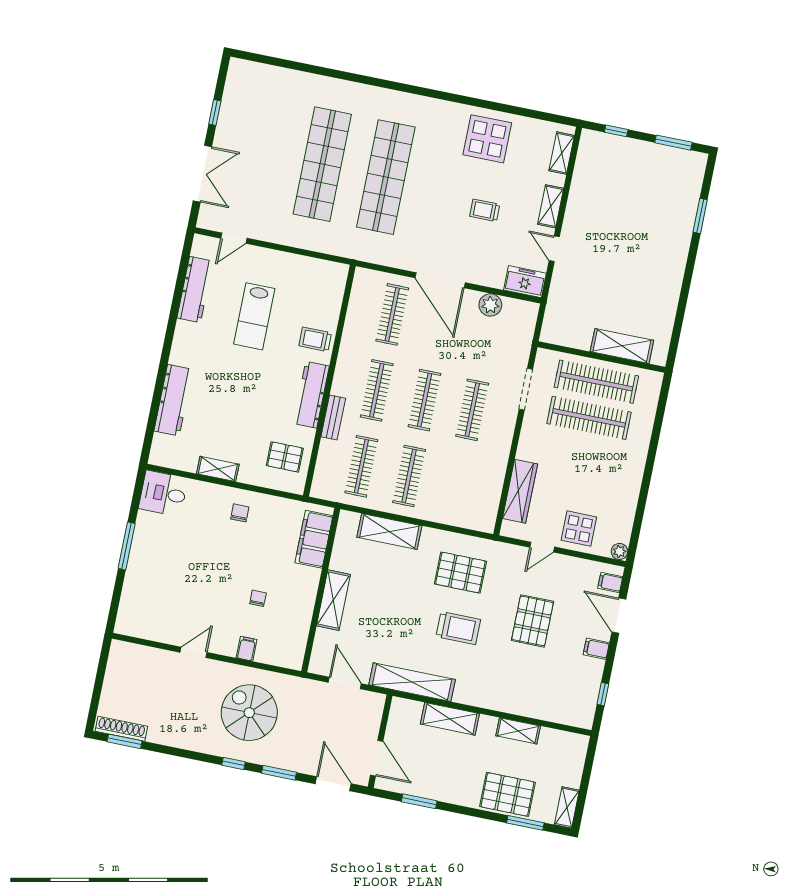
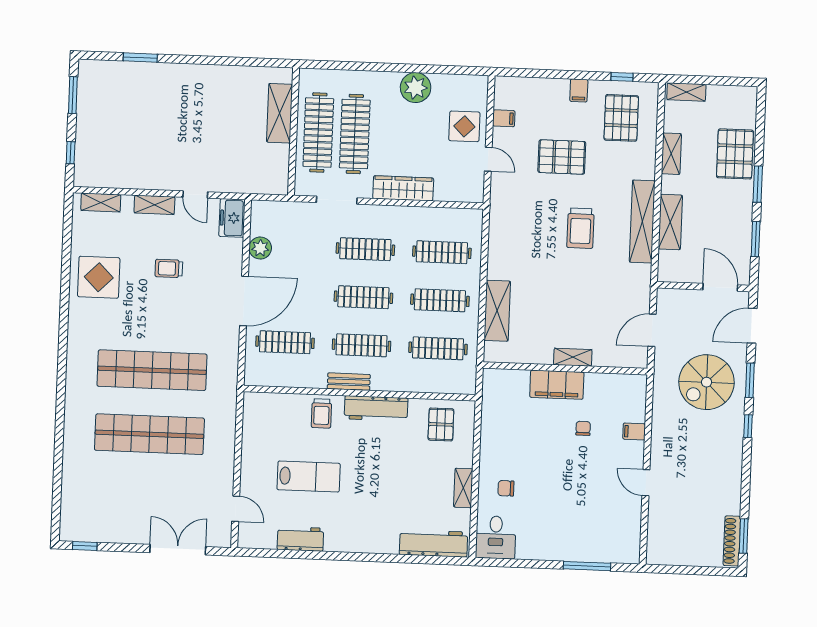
window: (215, 112) -> (85, 546), moved
trolley: (485, 210) -> (169, 268), turned 90
door: (554, 249) -> (195, 194), hinge flipped
workbench: (195, 290) -> (300, 539), width x0.73
workbench: (173, 400) -> (433, 543), moved
bench: (333, 417) -> (349, 382), moved
clothes rail: (457, 486) -> (442, 252), added
wardrobe: (520, 491) -> (403, 188), moved
chair: (240, 513) -> (506, 488), moved
filing cabinet: (314, 539) -> (557, 385), moved
window: (127, 546) -> (587, 566), moved
plant: (619, 551) -> (416, 88), moved, width x1.87, depth x1.87
pallet: (460, 573) -> (621, 118), moved
filing cabinet: (610, 582) -> (504, 118), moved, turned -90
chair: (258, 598) -> (583, 428), turned 90
shelving: (333, 600) -> (573, 357), width x0.67, depth x0.75
door: (619, 616) -> (543, 74), removed
trolley: (458, 628) -> (580, 228), turned 180
shelving: (412, 682) -> (642, 221), moved
spiral stairs: (249, 713) -> (707, 382), moved
door: (377, 758) -> (720, 287), hinge flipped
shelving: (567, 807) -> (686, 92), moved
window: (525, 823) -> (758, 184), moved

